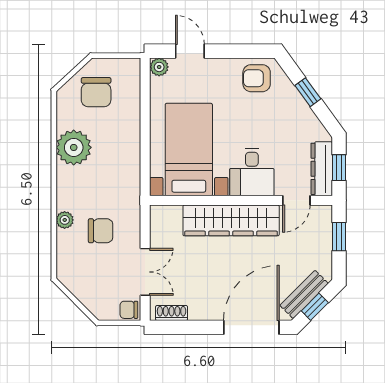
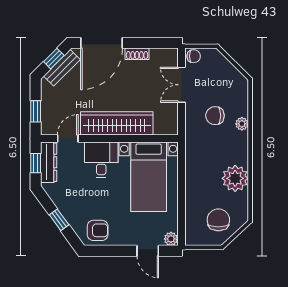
shoe rack: (172, 313) -> (137, 54), moved

